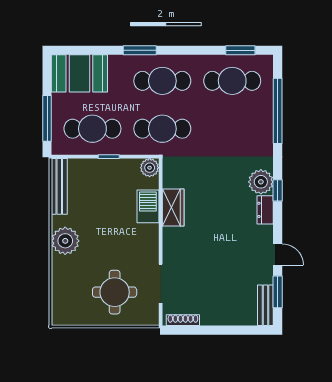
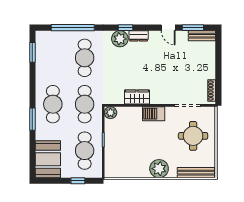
cafe table: (232, 81) -> (85, 58), moved
window: (47, 118) -> (78, 181), width x0.46
bench: (59, 186) -> (196, 173), moved
barbecue: (148, 206) -> (154, 114), moved
door: (278, 255) -> (168, 28), swing flipped

